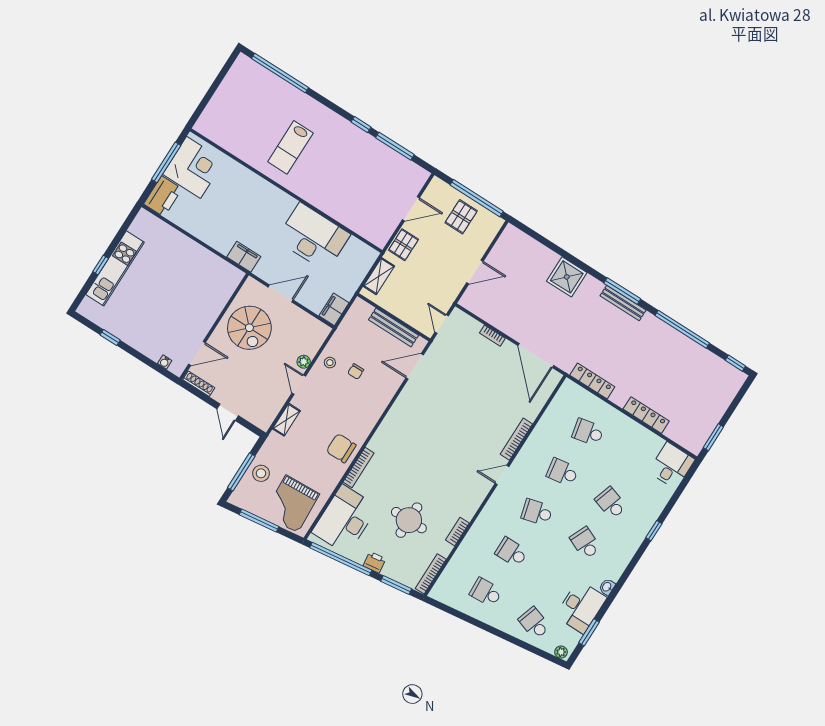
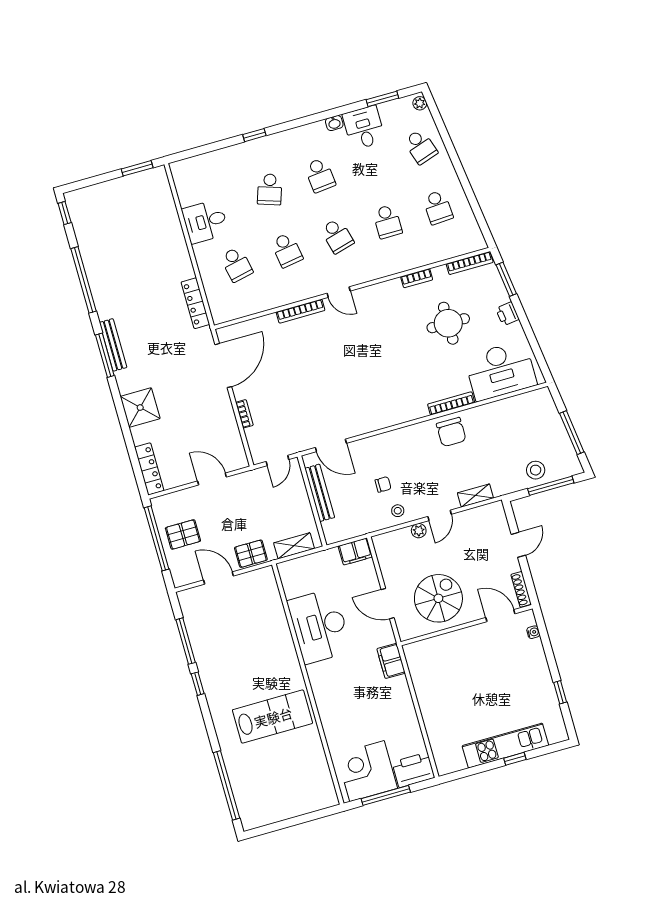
lab bench: (290, 147) -> (273, 717), width x1.36, depth x1.39
locker: (646, 415) -> (149, 469), moved, turned 180
desk: (672, 466) -> (205, 221), moved
grand piano: (292, 504) -> (533, 422), removed
school desk: (585, 543) -> (320, 175), turned -30
window: (341, 559) -> (533, 341), removed
desk: (581, 607) -> (364, 128), width x0.73
school desk: (534, 623) -> (421, 147), turned -36

